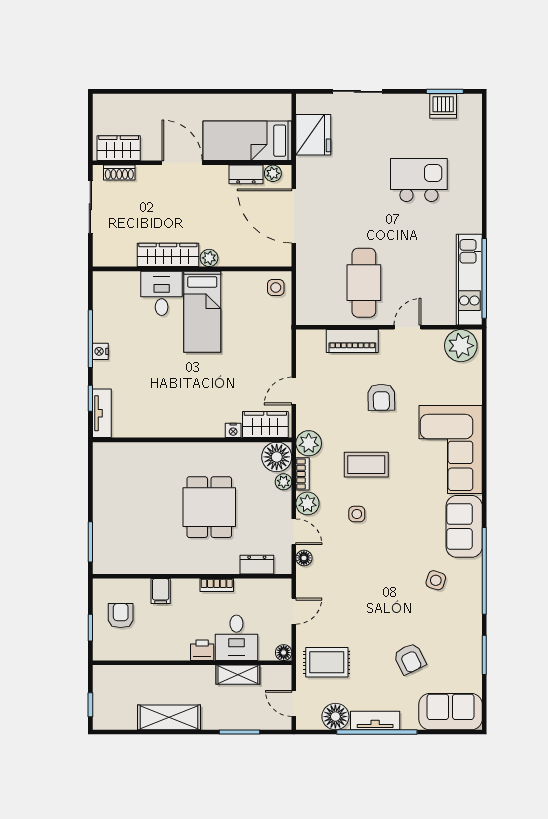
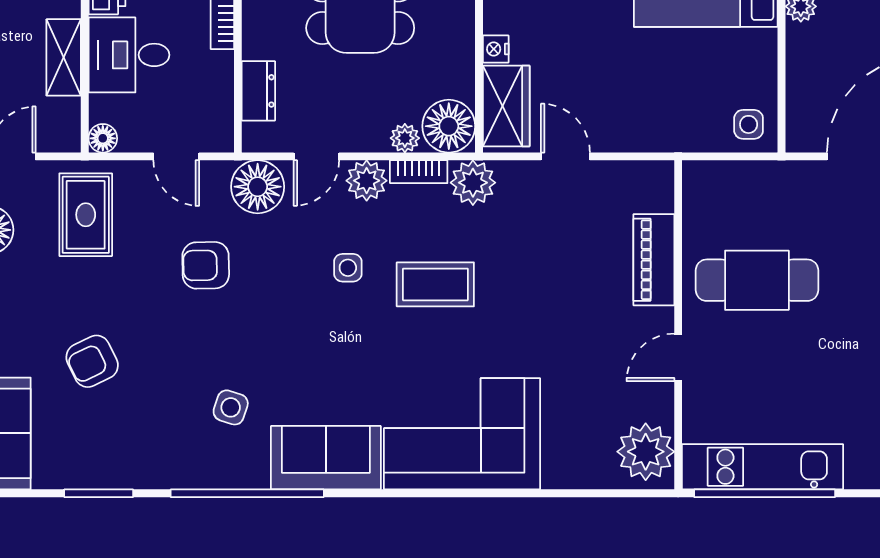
door: (408, 327) -> (678, 357), swing flipped
armchair: (381, 397) -> (206, 265), moved
coffee table: (366, 465) -> (435, 284), turned 90
floor lamp: (304, 558) -> (258, 187), width x1.89, depth x1.89

